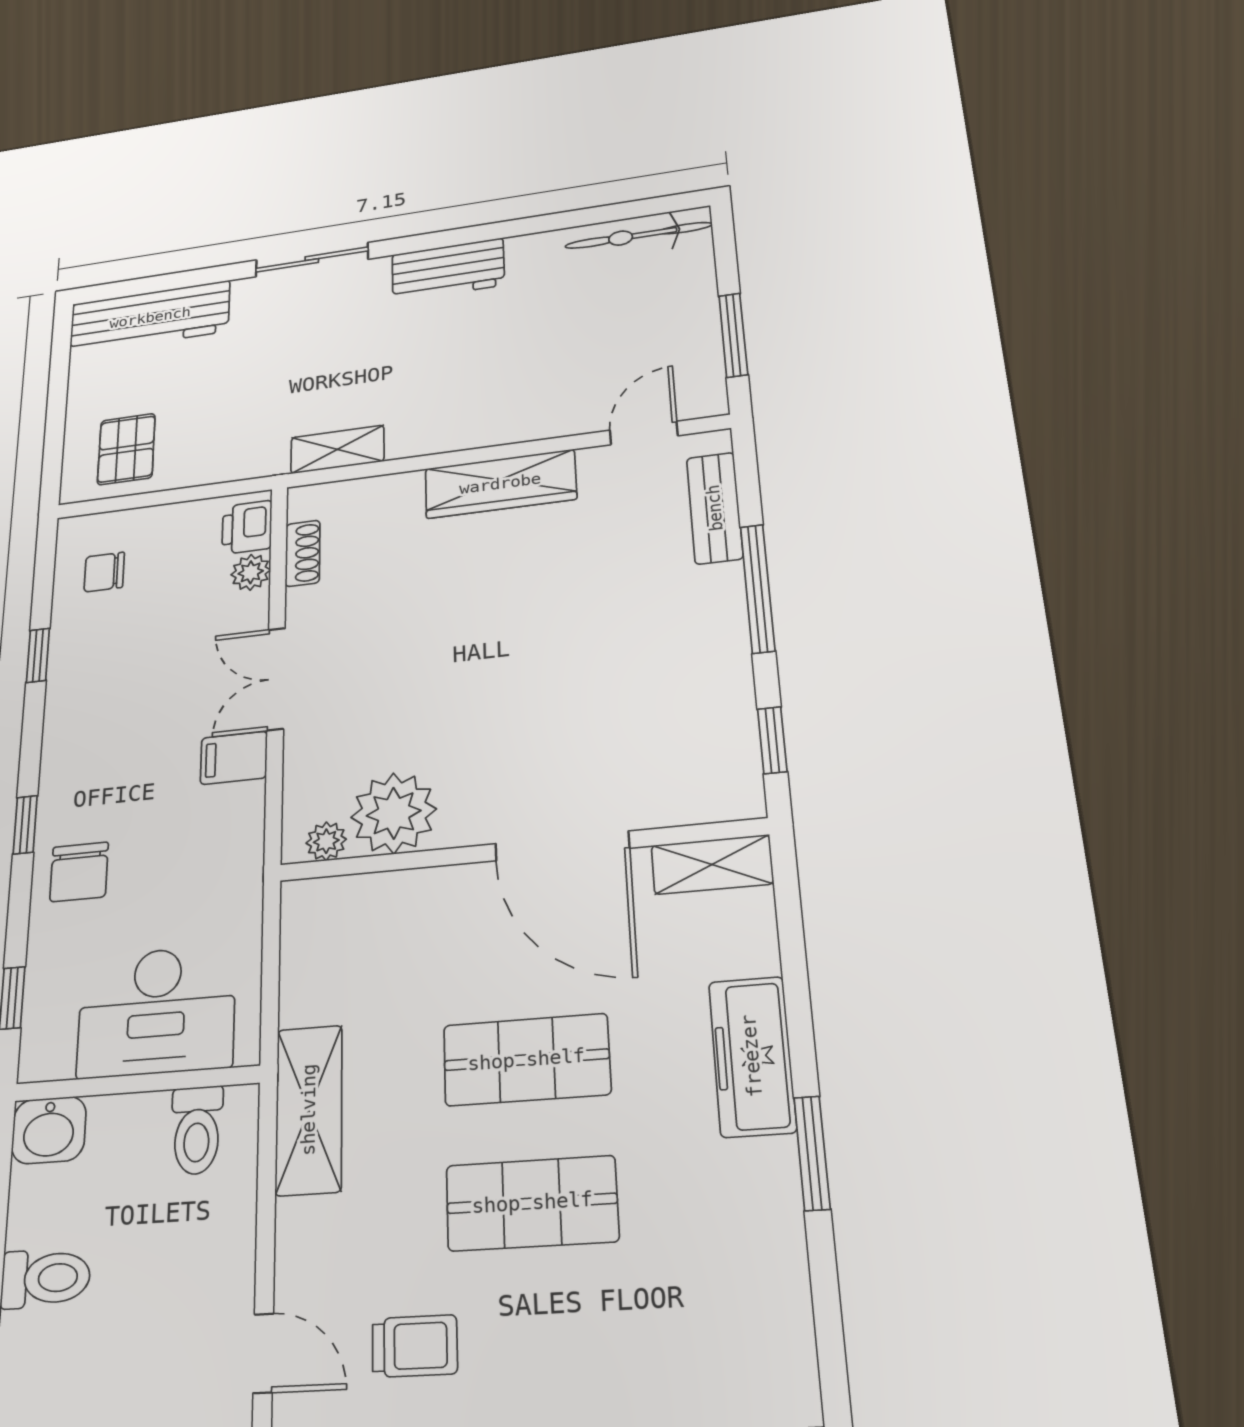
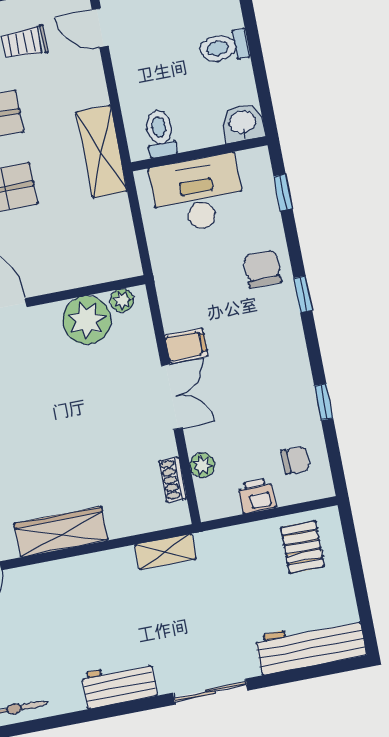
printer: (247, 527) -> (257, 496), moved, turned -90

